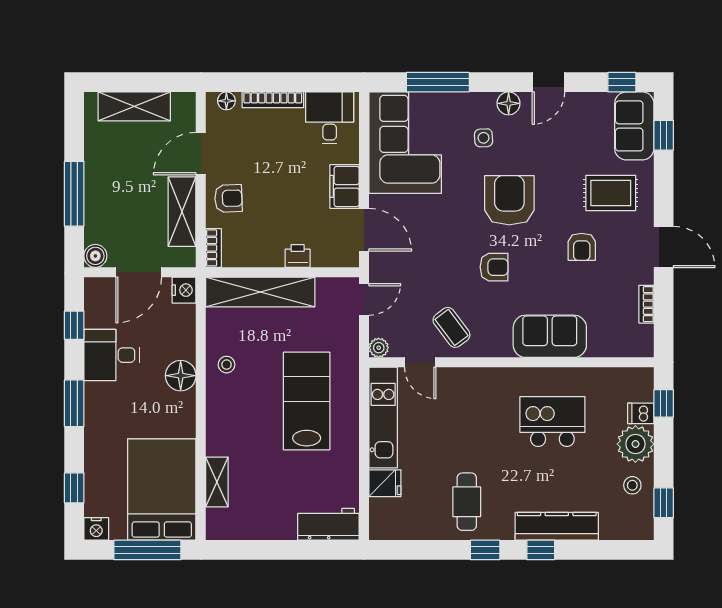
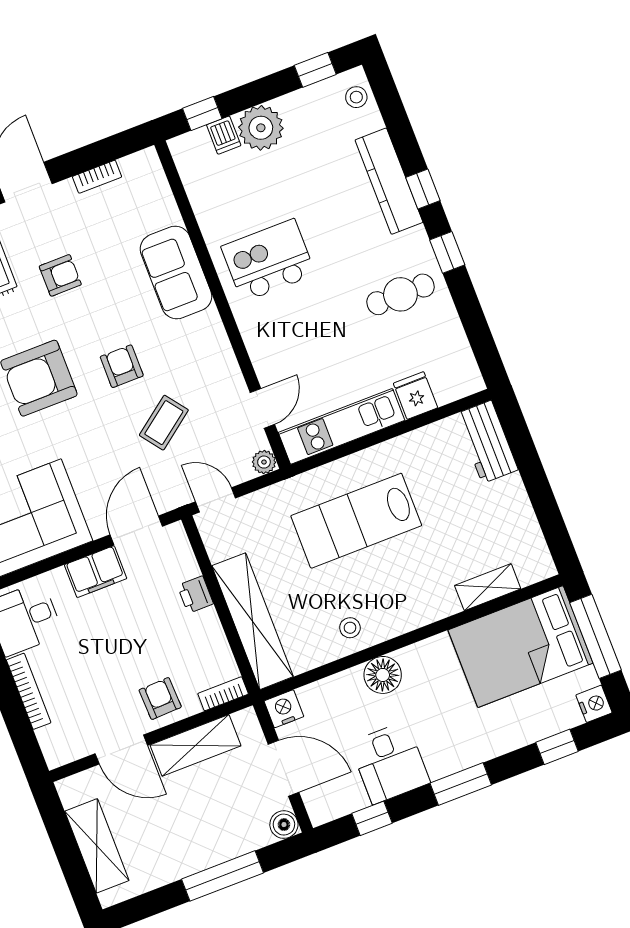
floor lamp: (226, 101) -> (50, 744), removed
coffee table: (451, 327) -> (164, 423), moved
kitchen island: (552, 422) -> (268, 260), moved, turned 90
stool: (632, 485) -> (356, 97), moved

